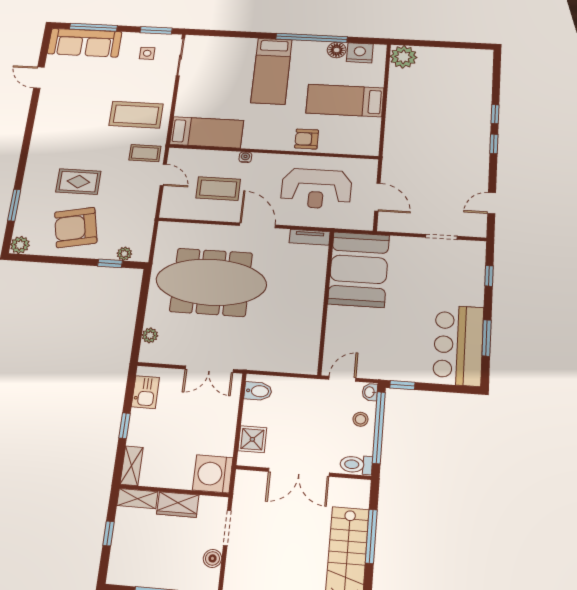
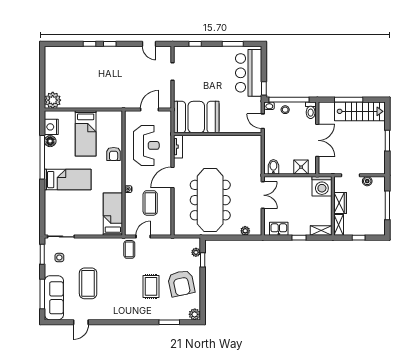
coffee table: (136, 115) -> (88, 283), moved
bar counter: (458, 345) -> (249, 73), moved, turned 90

